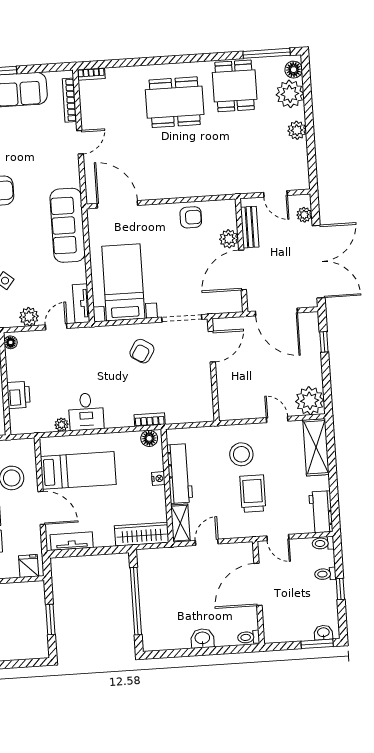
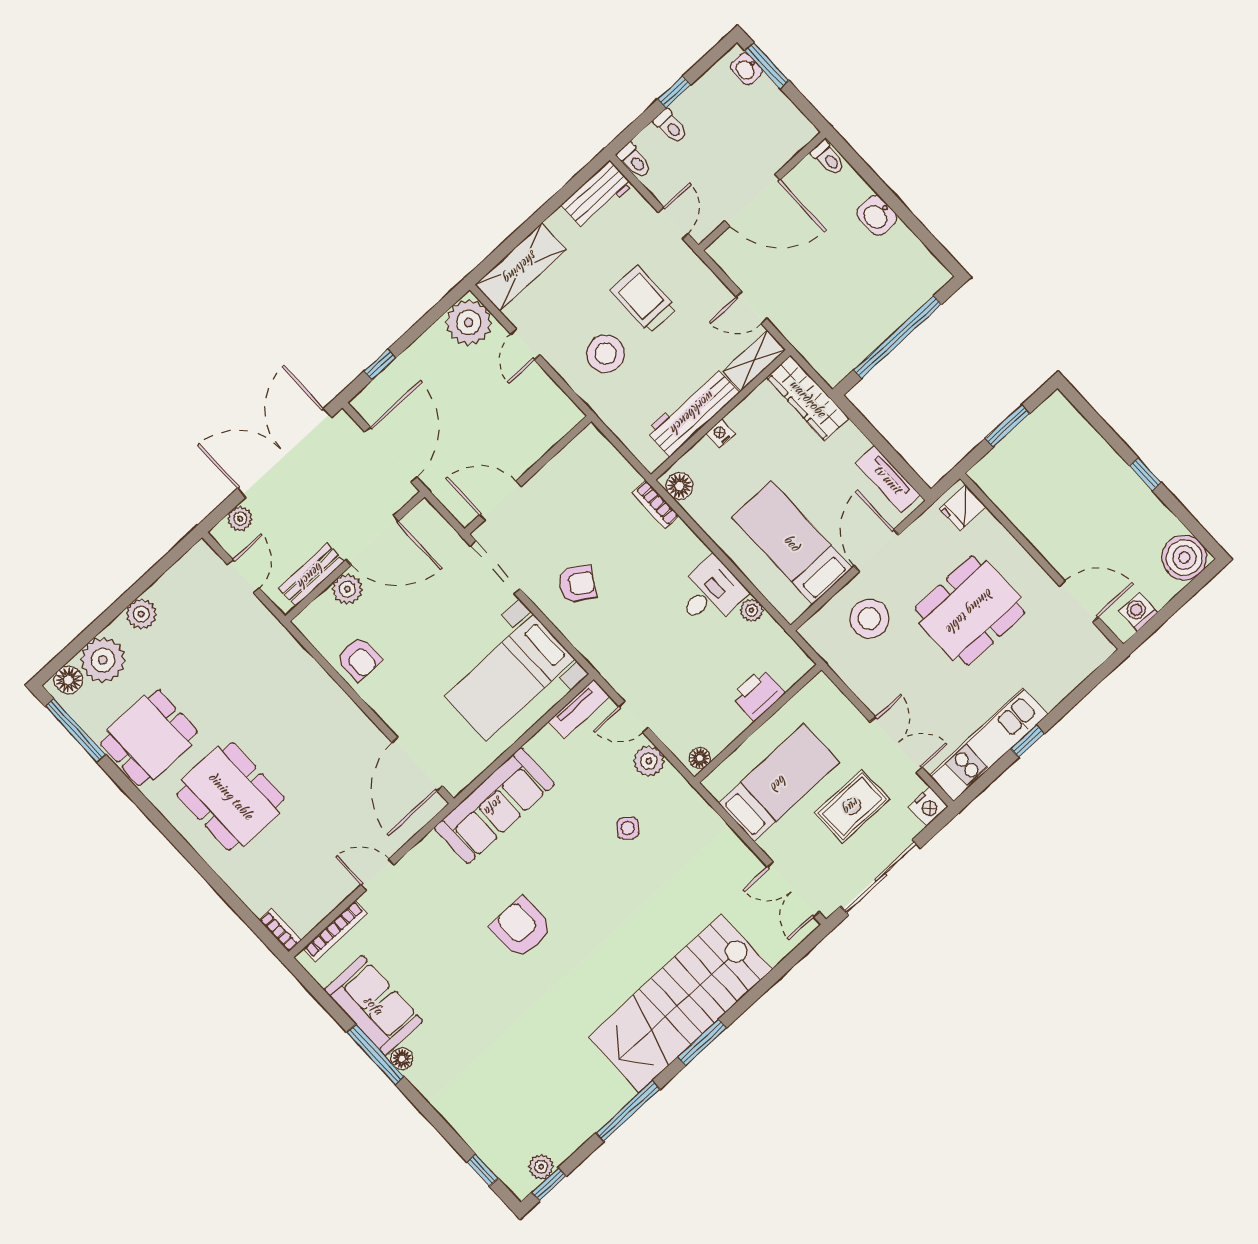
armchair: (191, 217) -> (359, 659), turned 180
trolley: (253, 494) -> (643, 299), turned 90

